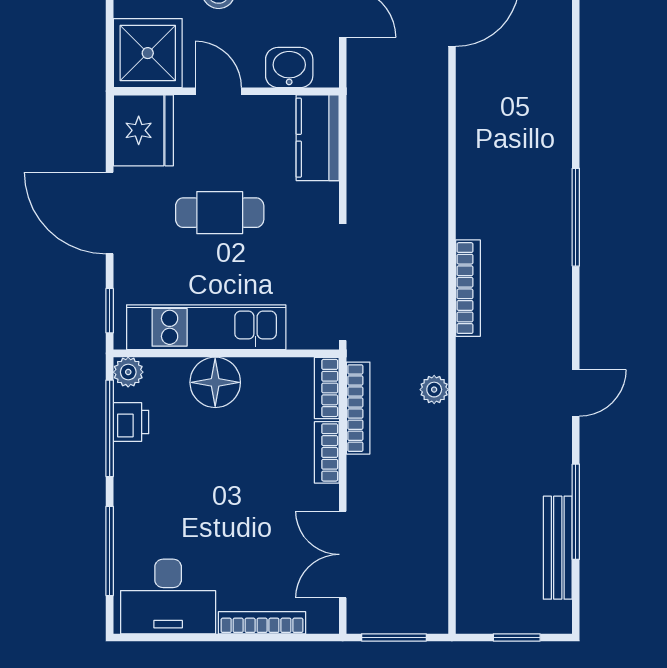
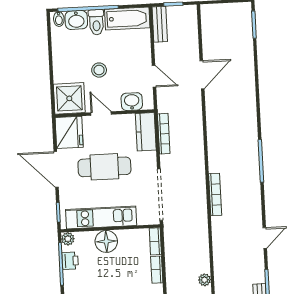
cafe table: (220, 213) -> (104, 167), width x1.37, depth x1.35
plant: (434, 390) -> (205, 280), moved
bookcase: (358, 408) -> (164, 134), moved

